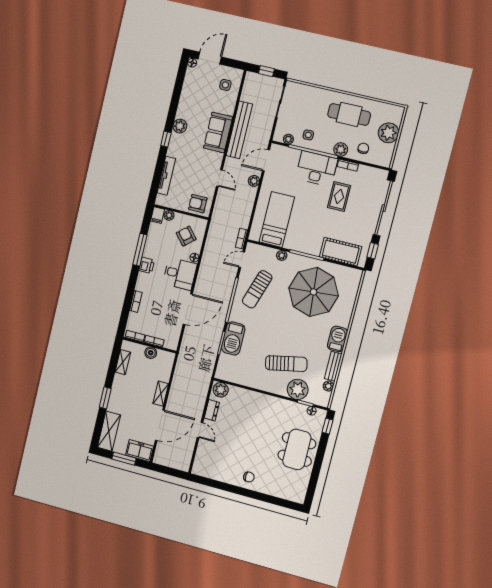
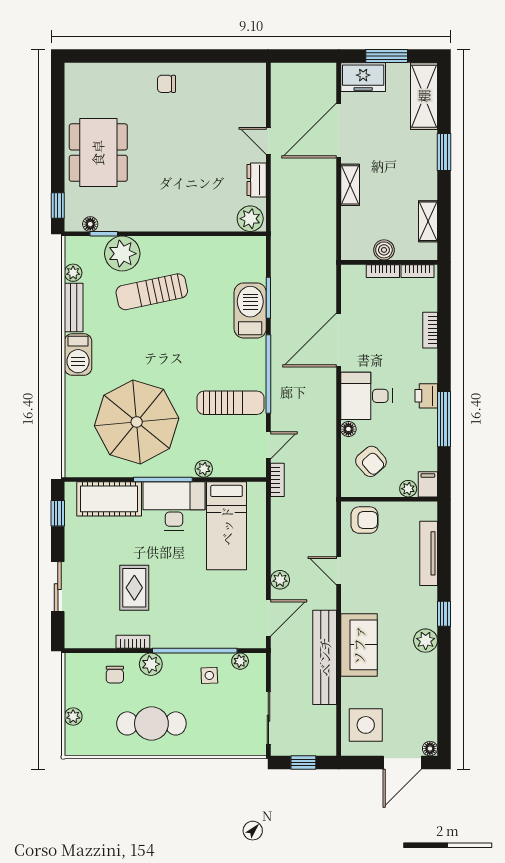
side table: (225, 85) -> (366, 725), width x1.87, depth x1.87
plant: (388, 133) -> (73, 717), width x0.53, depth x0.53
desk: (317, 169) -> (174, 506), moved, turned 180
sliding door: (384, 208) -> (58, 587), width x0.54
sun lounger: (257, 289) -> (230, 403), turned 72

